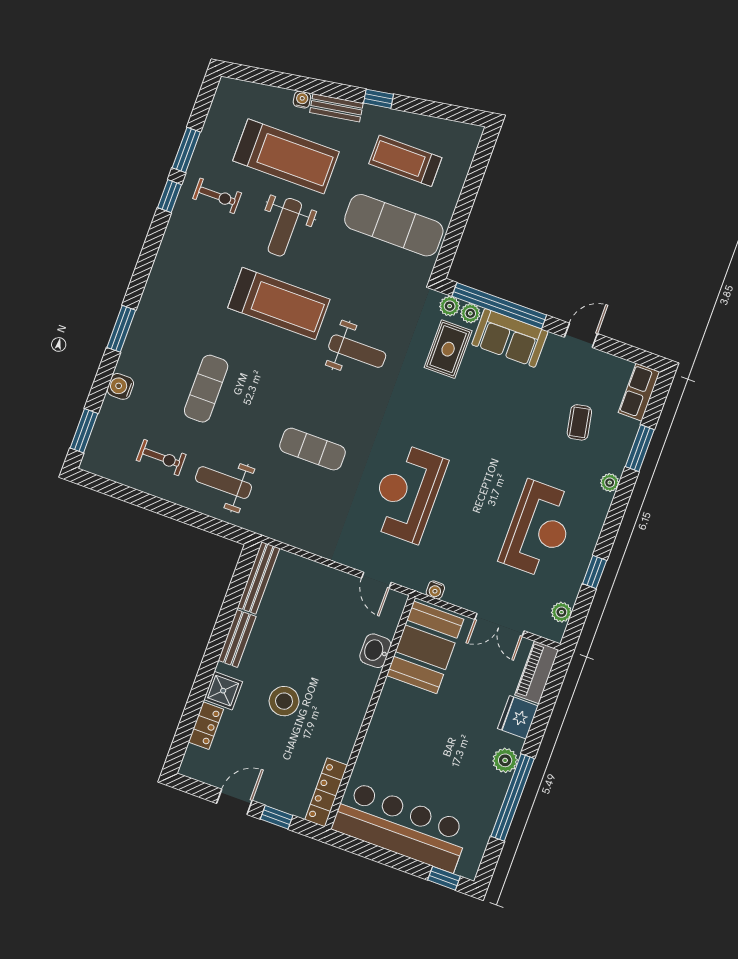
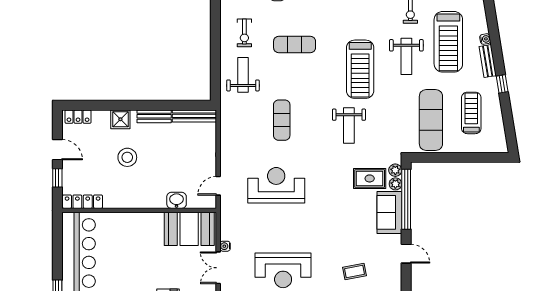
weight bench: (285, 227) -> (406, 56), turned -90
water cooler: (435, 590) -> (225, 246), moved
locker: (206, 726) -> (78, 117), moved

